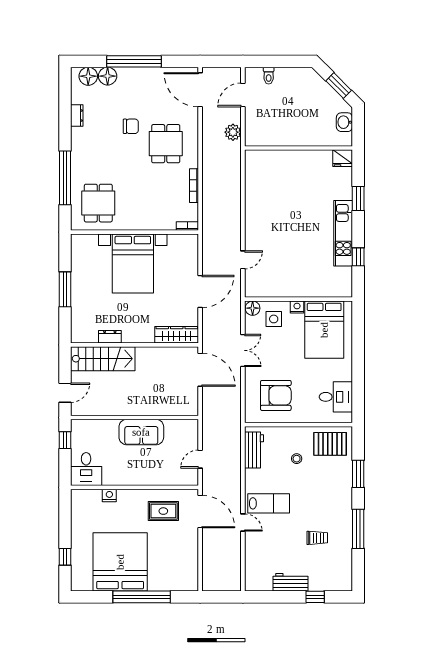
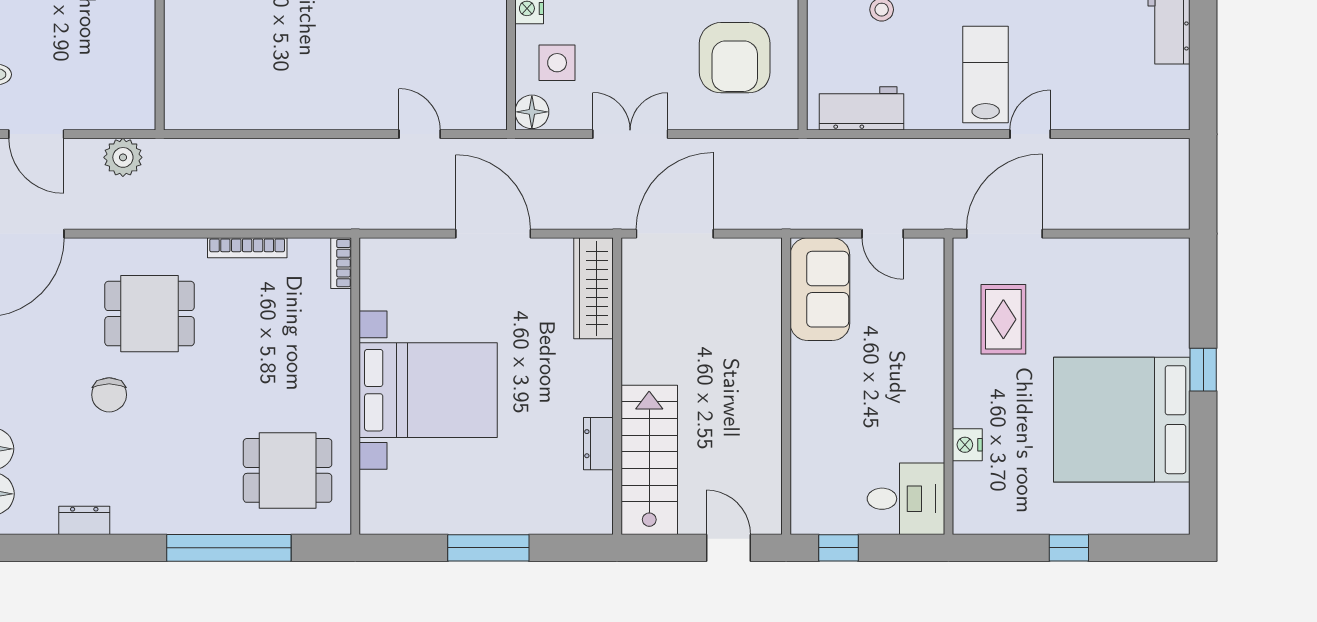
chair: (131, 126) -> (109, 395), turned 180
armchair: (276, 395) -> (735, 58), turned 180
sofa: (141, 432) -> (820, 289), moved
window: (65, 557) -> (1069, 548), moved
window: (142, 597) -> (1203, 370), width x0.32

